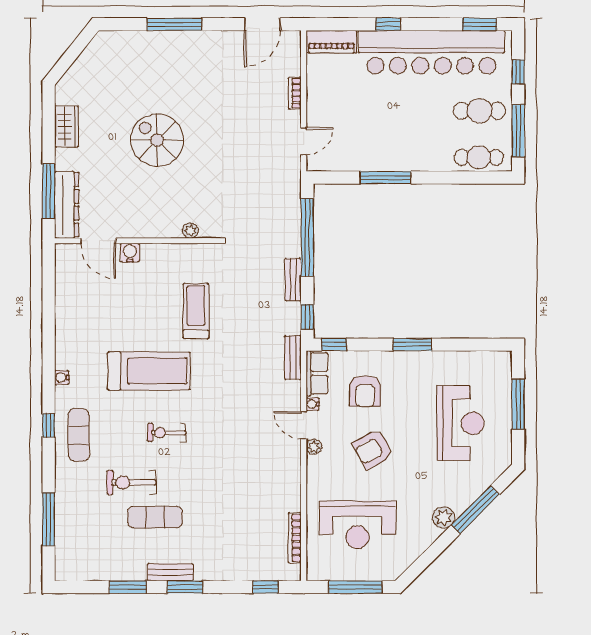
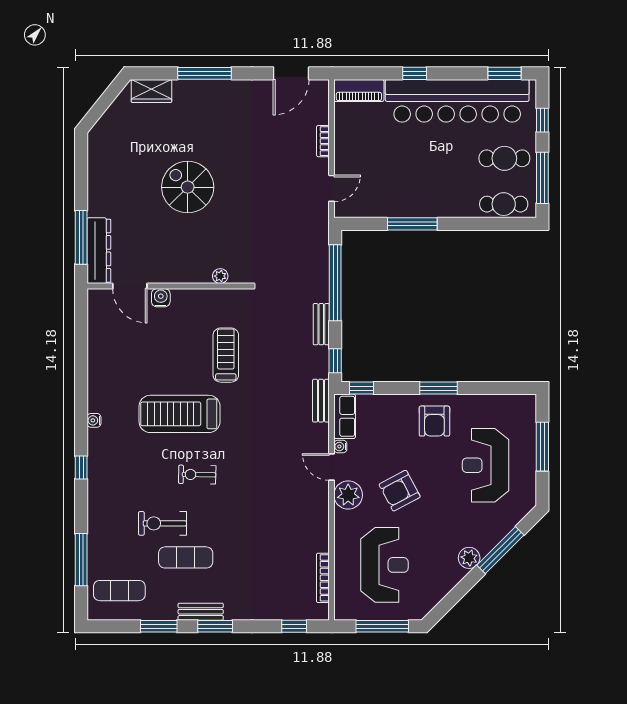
wardrobe: (67, 127) -> (151, 91), moved, turned 90
treadmill: (149, 371) -> (180, 414), turned 180
armchair: (365, 391) -> (434, 421), moved
reception desk: (460, 423) -> (486, 465), turned 180
exercise mat: (79, 435) -> (119, 591), moved, turned 90
plant: (314, 447) -> (348, 495), width x1.87, depth x1.87
reception desk: (357, 525) -> (384, 565), turned -90

